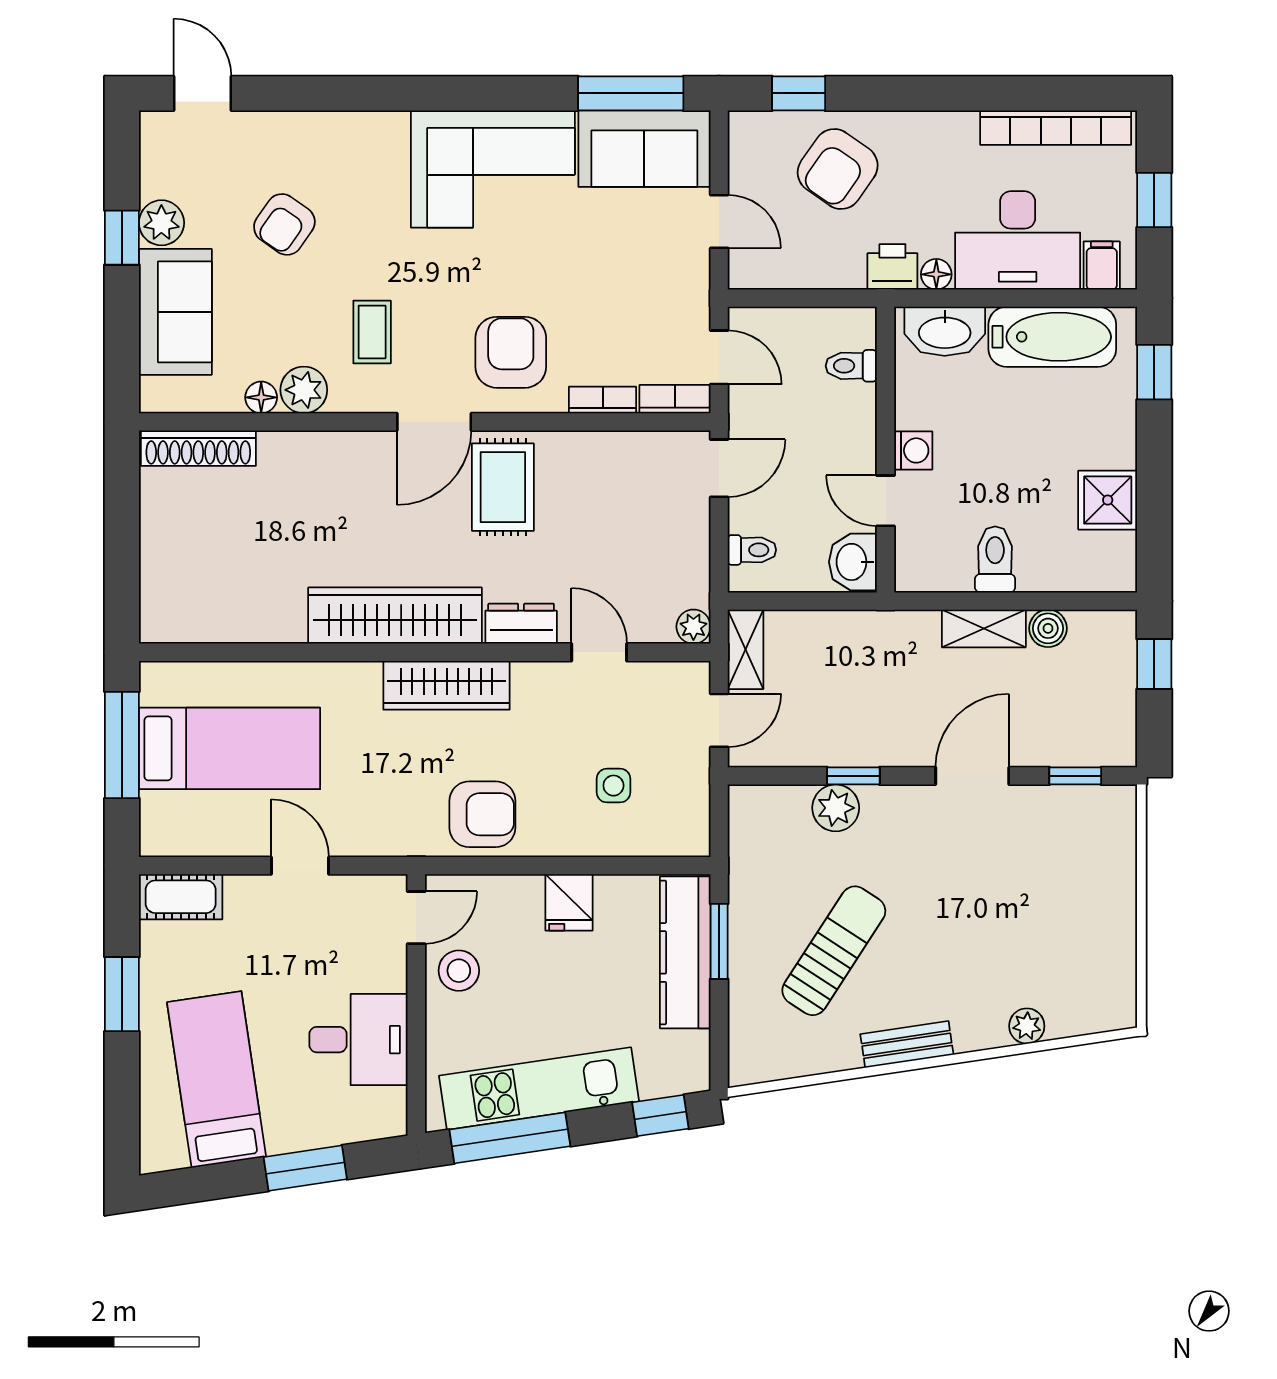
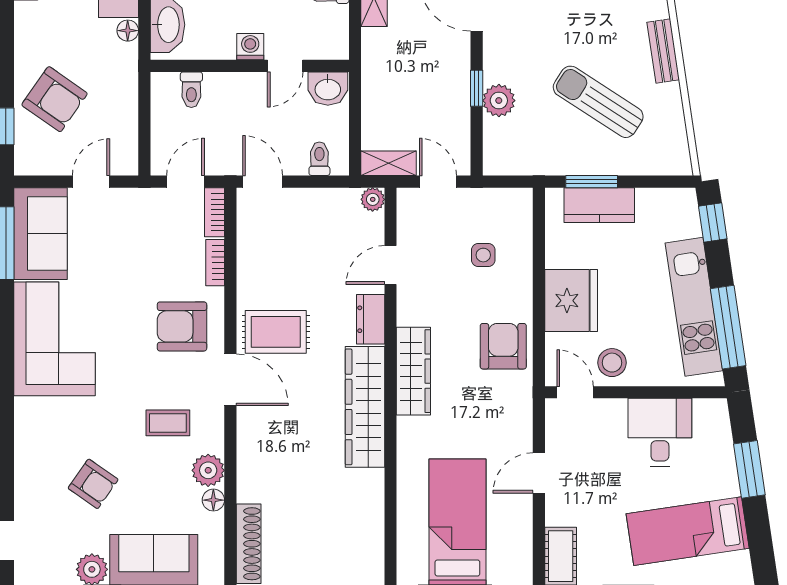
printer: (892, 267) -> (123, 61), removed
fridge: (569, 902) -> (571, 301), width x1.88, depth x1.34
kitchen counter: (685, 952) -> (599, 205), width x0.67

